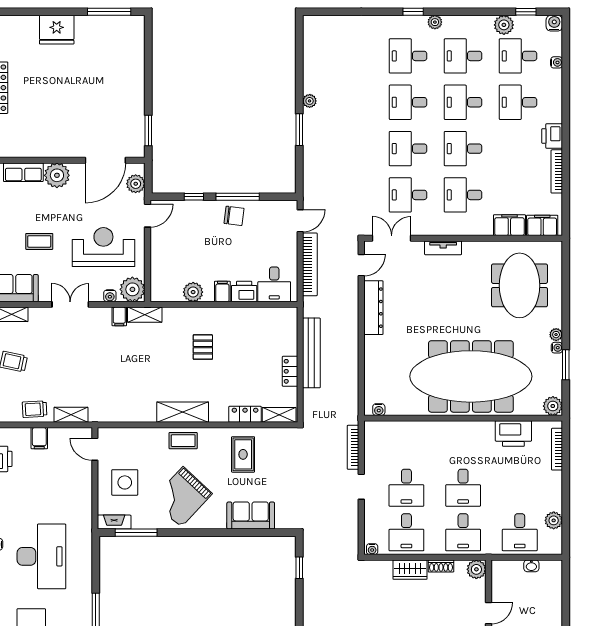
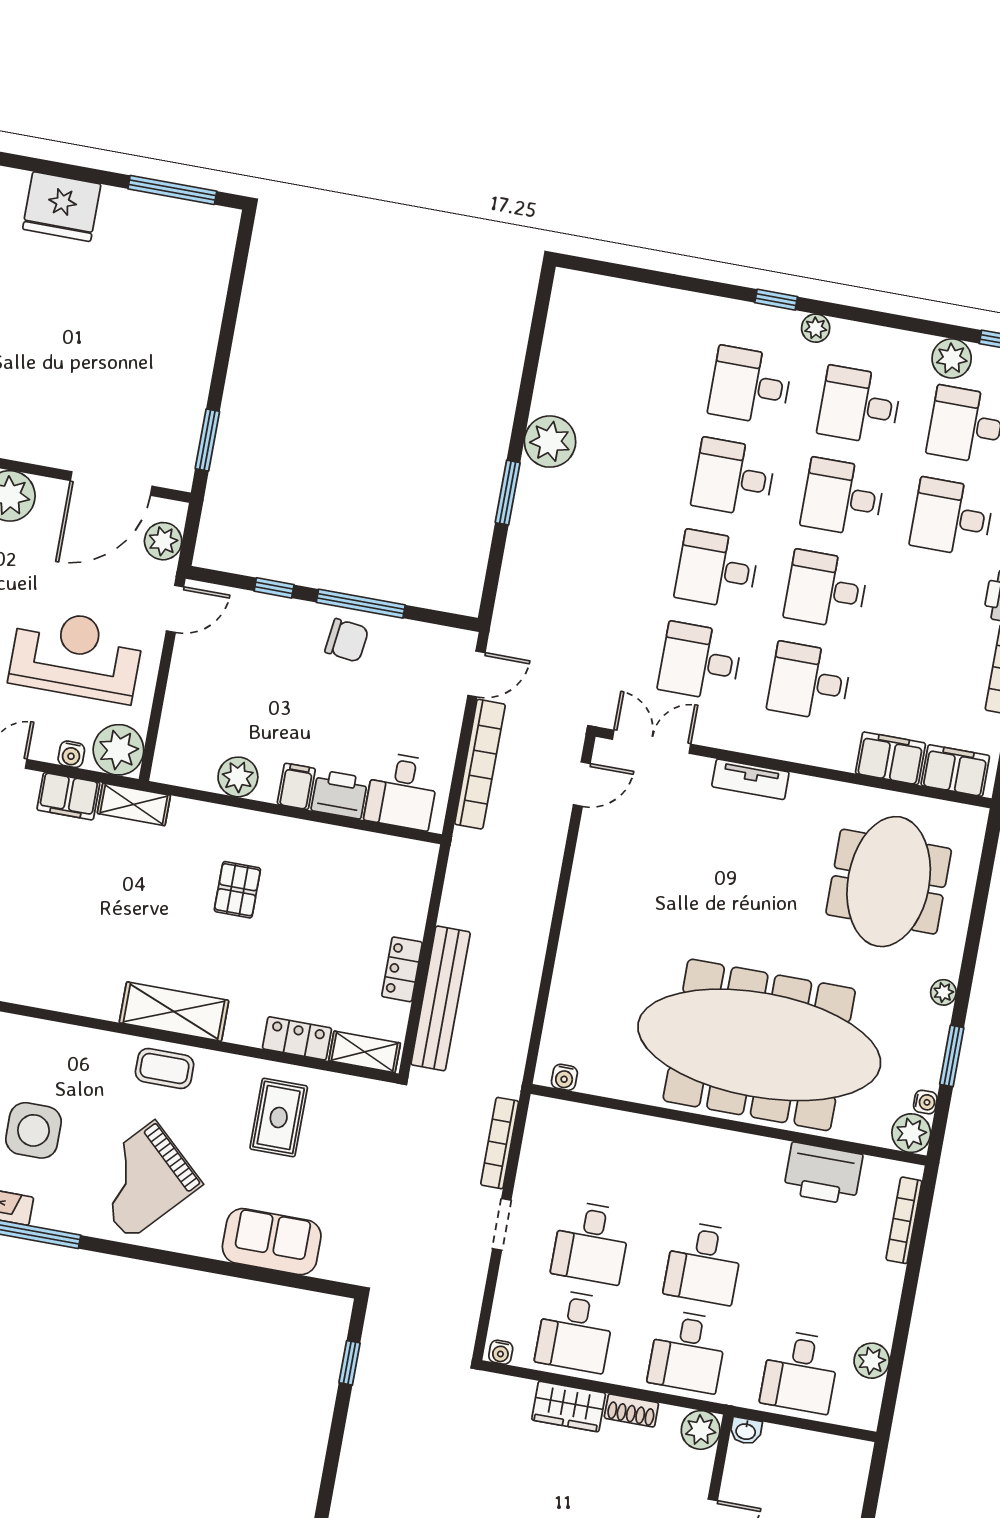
plant: (310, 101) -> (550, 442), width x1.88, depth x1.88
dresser: (373, 308) -> (590, 873), removed
filing cabinet: (119, 316) -> (68, 796), width x2.00
water cooler: (557, 348) -> (925, 1102), moved
bench: (311, 353) -> (441, 998), moved
washbasin: (531, 566) -> (746, 1431), moved

